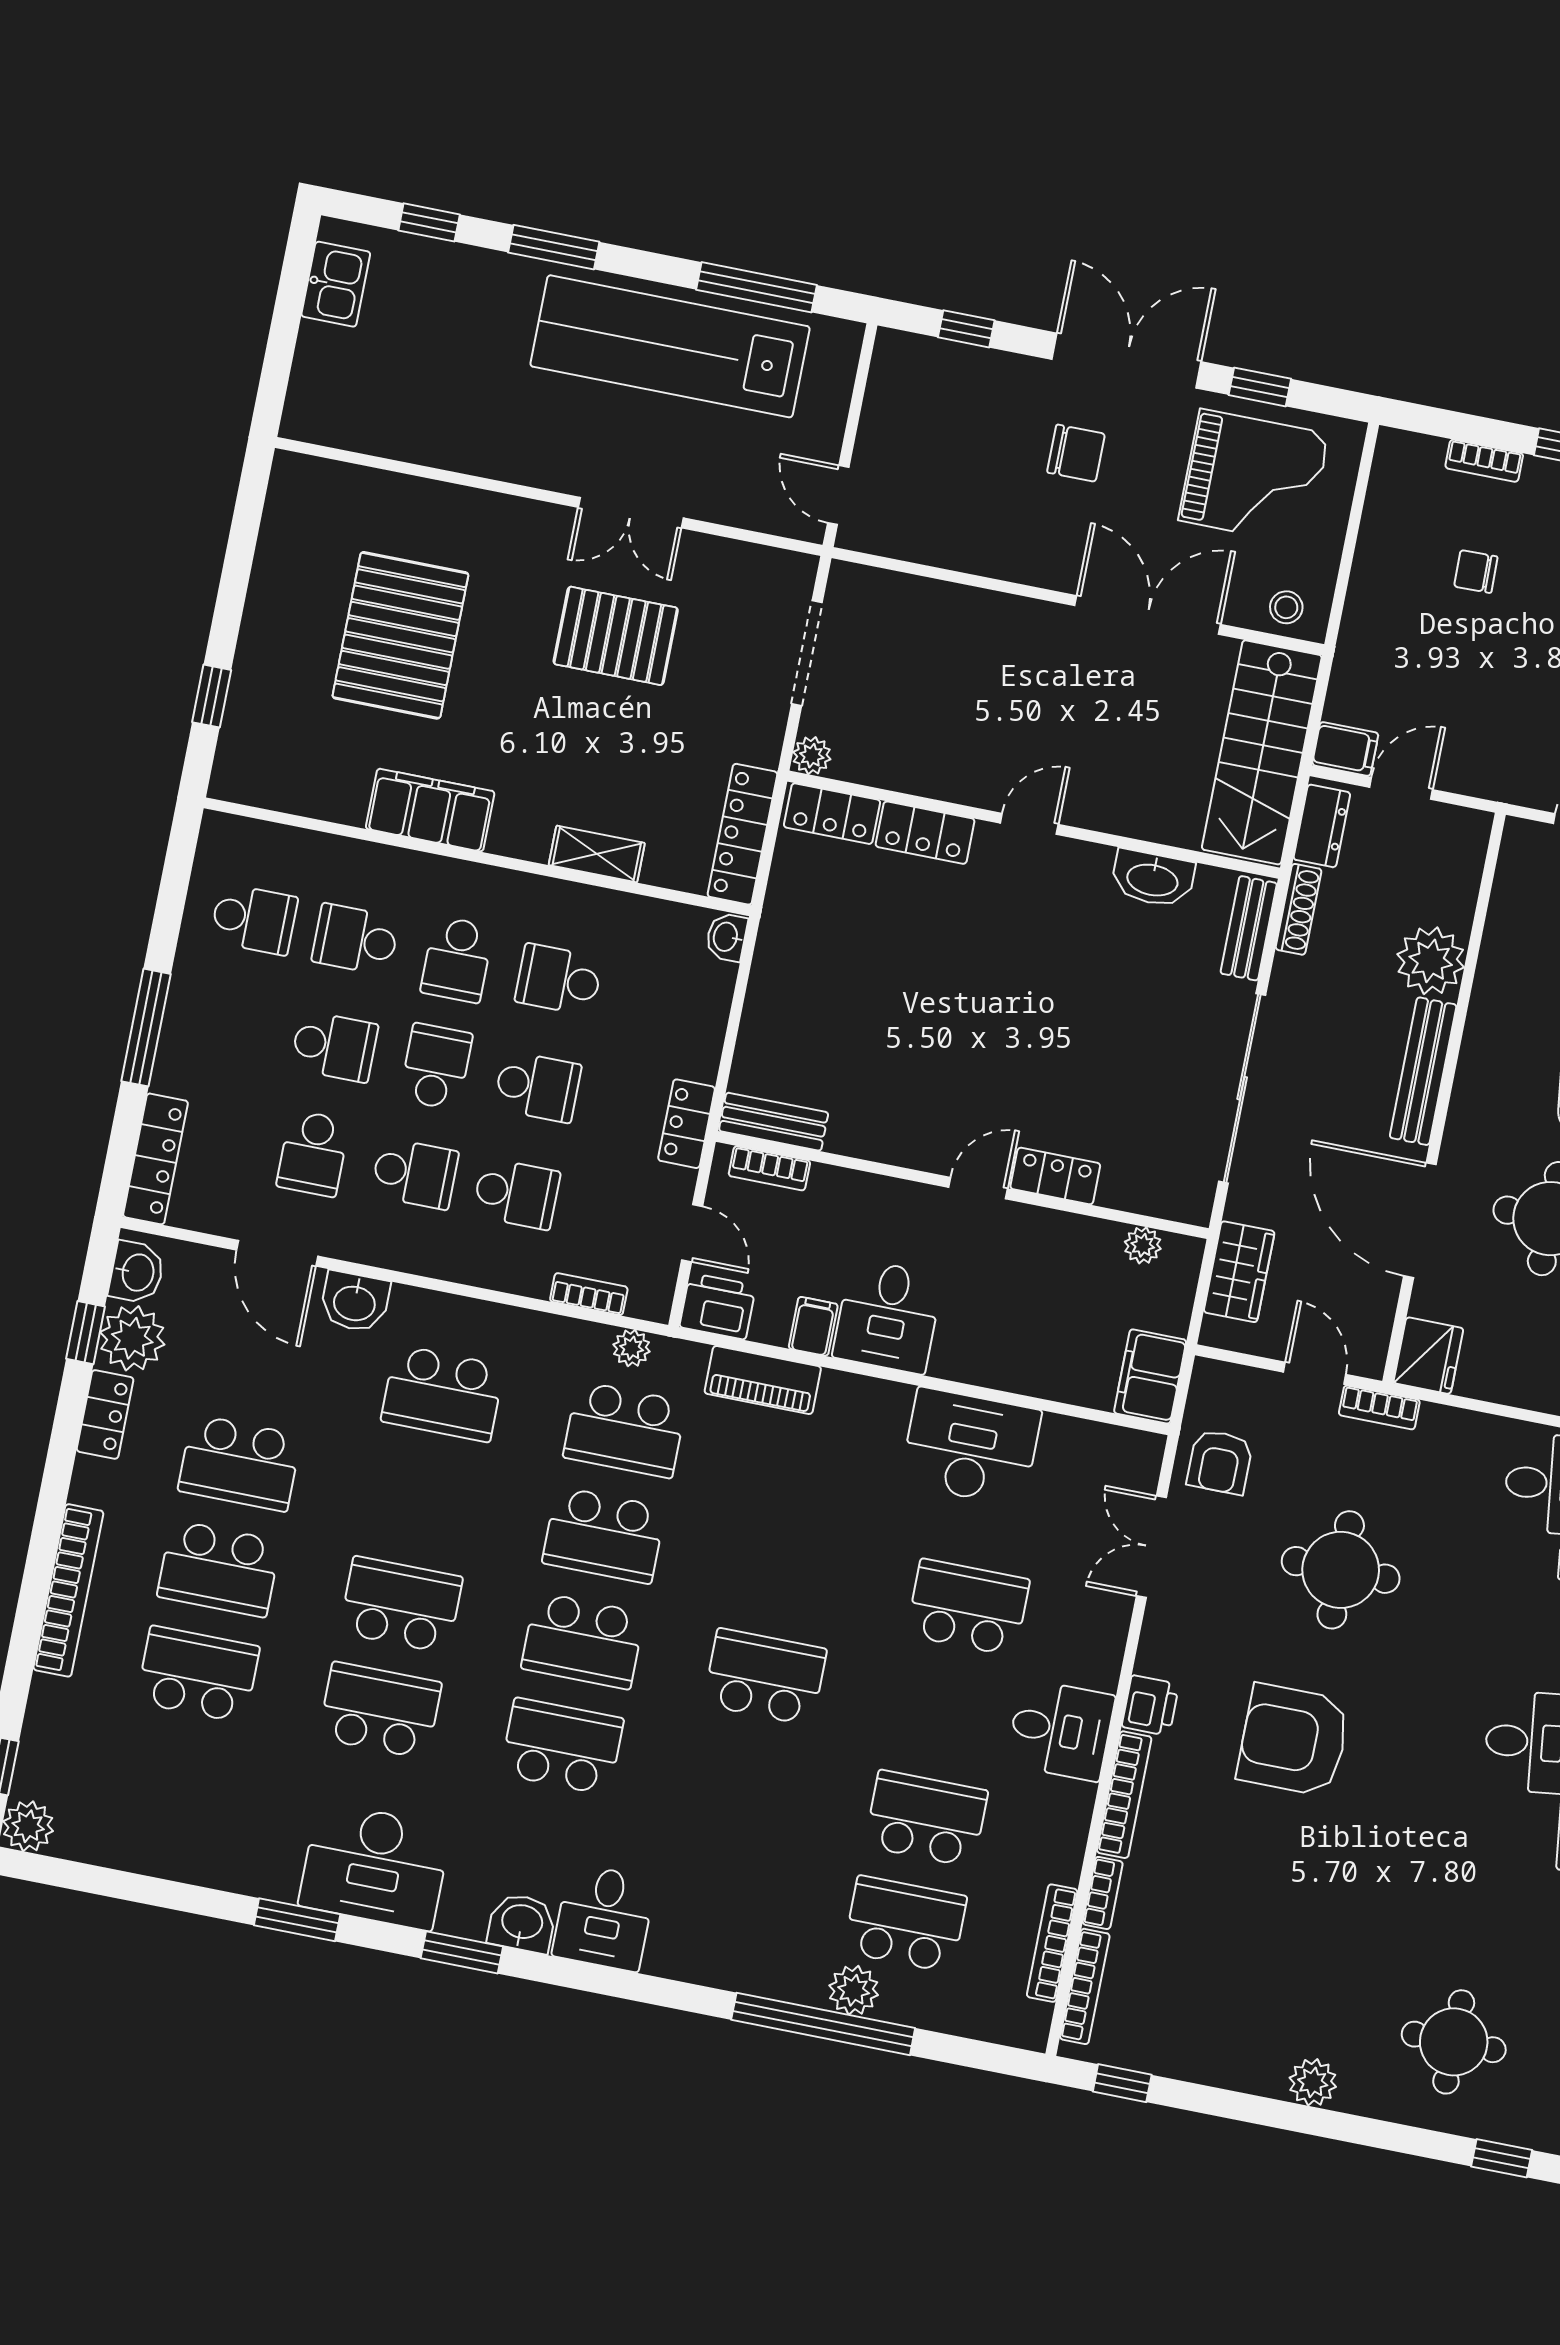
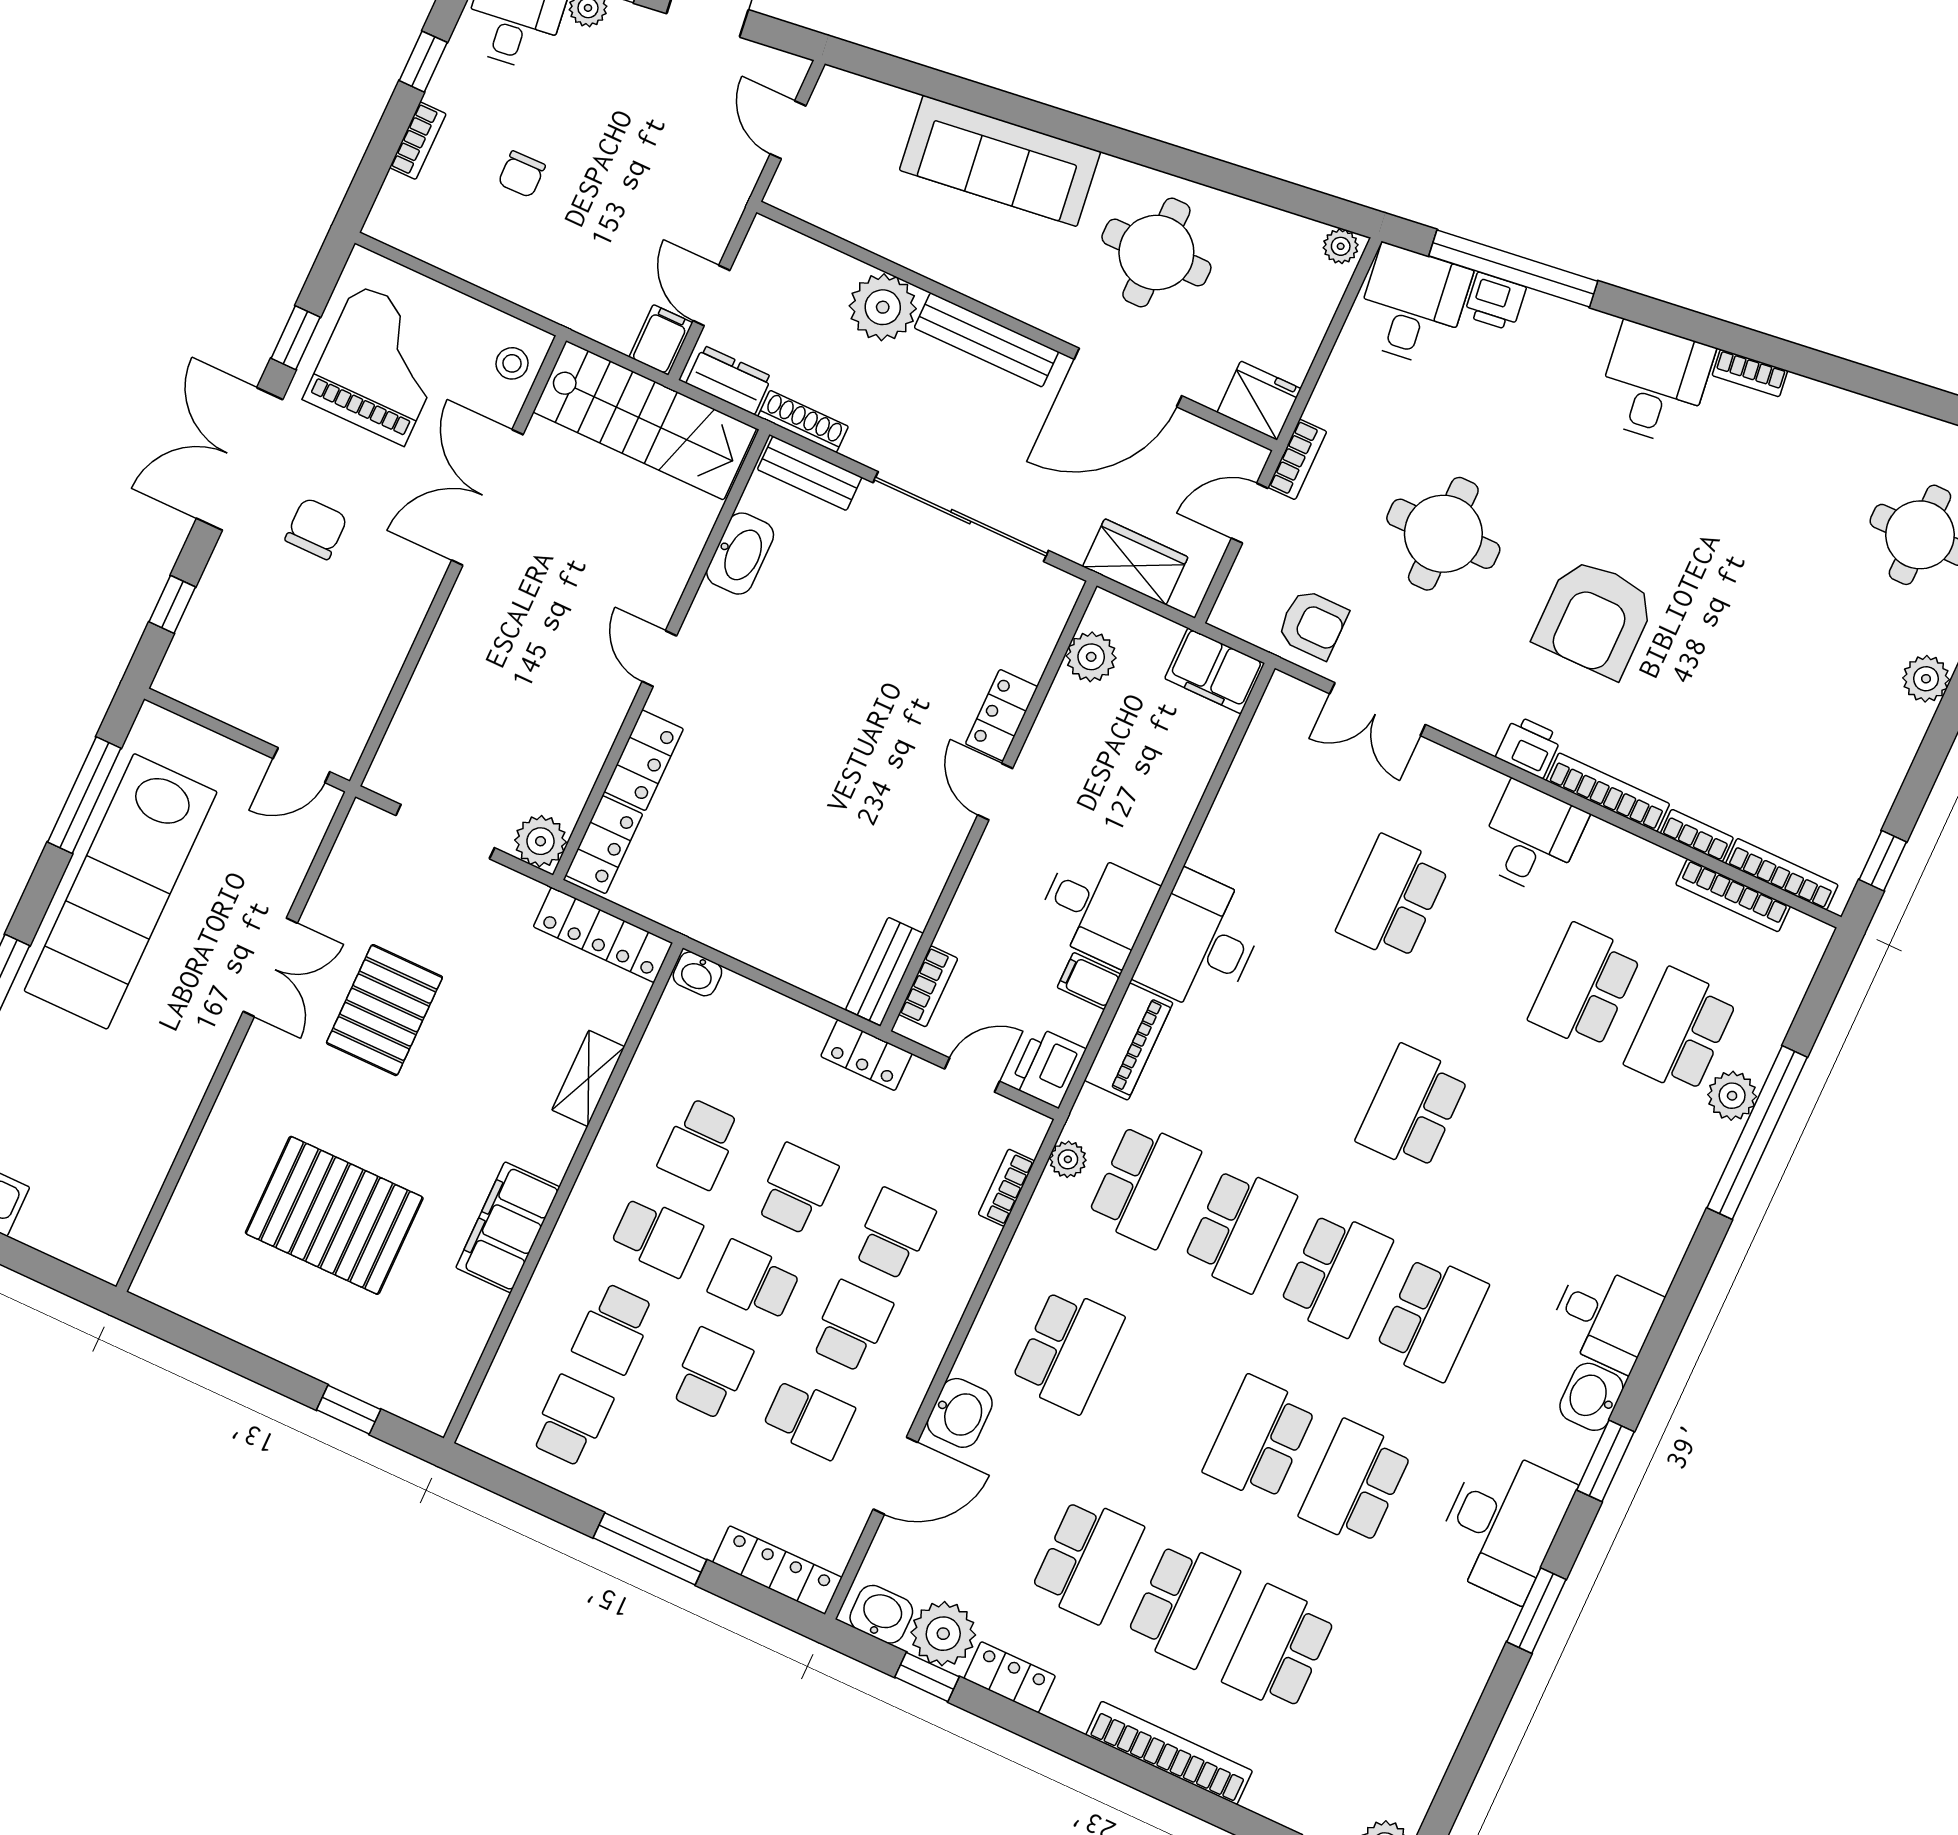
plant: (812, 756) -> (541, 841), width x1.38, depth x1.38
plant: (1143, 1245) -> (1091, 657), width x1.38, depth x1.38
desk: (971, 1447) -> (1202, 943), moved
school desk: (562, 1746) -> (1432, 1318), turned 180

